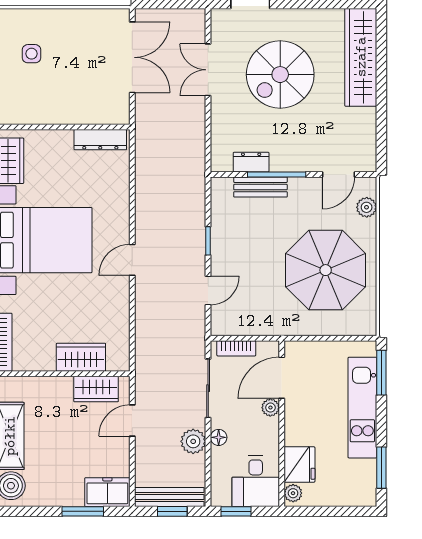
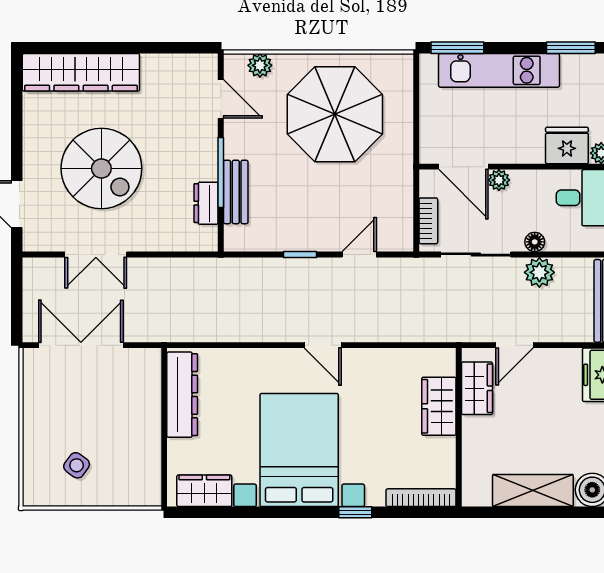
side table: (32, 54) -> (77, 465), turned 36
dresser: (100, 140) -> (182, 395), width x1.37, depth x1.24
door: (208, 290) -> (359, 254), hinge flipped
door: (132, 421) -> (514, 345), hinge flipped

